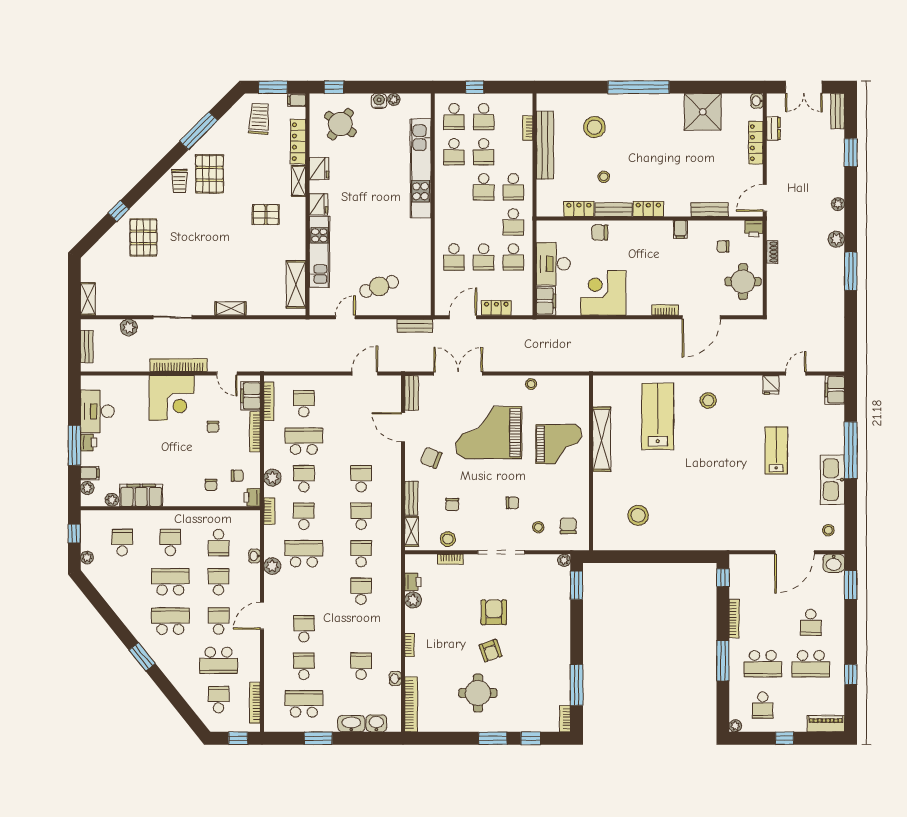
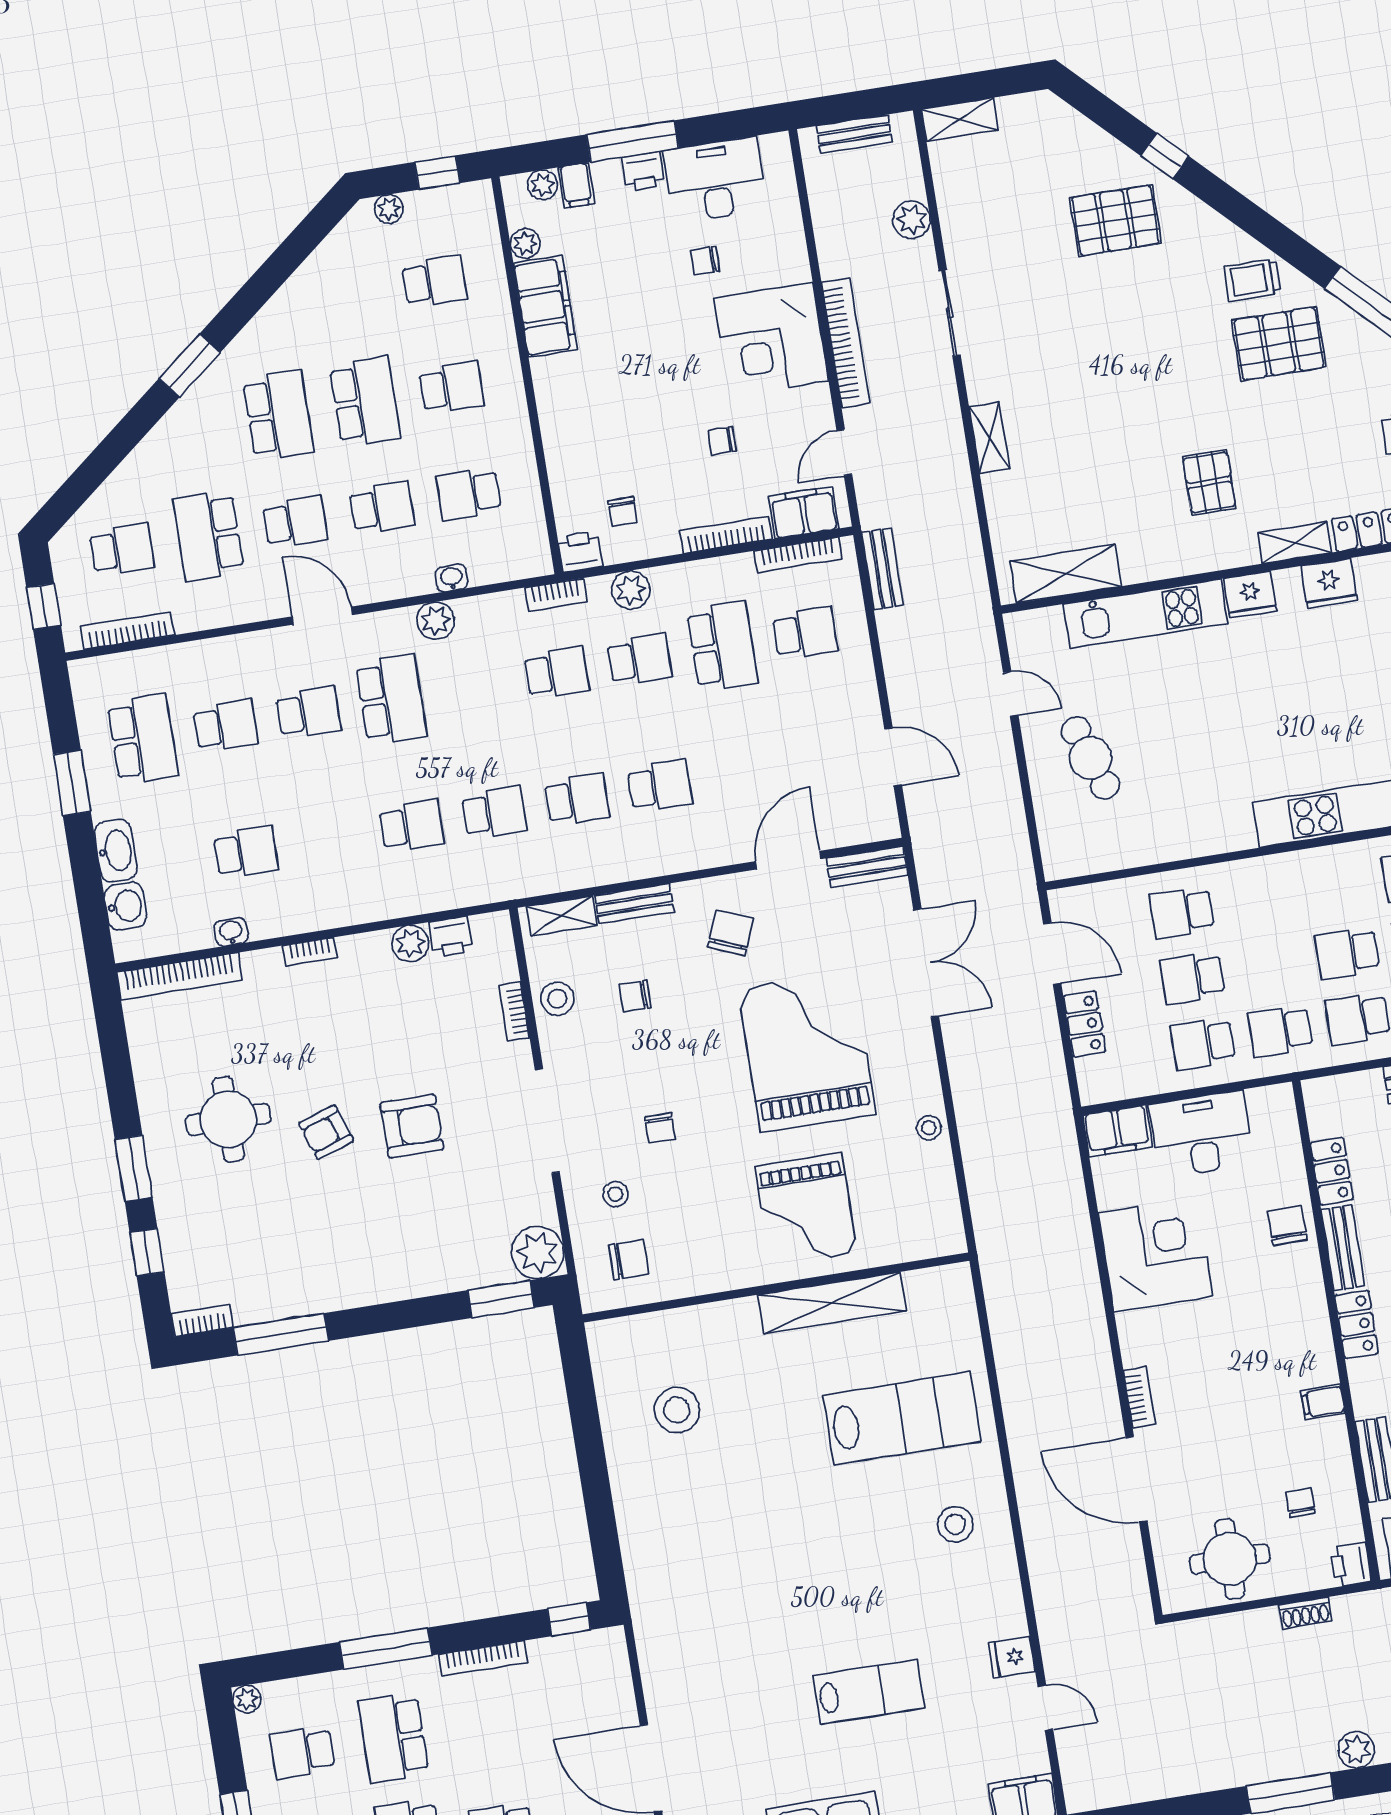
bench: (415, 326) -> (882, 569), moved
chair: (211, 485) -> (705, 261), moved
school desk: (304, 554) -> (391, 699), moved
plant: (564, 560) -> (538, 1253), width x1.88, depth x1.88

